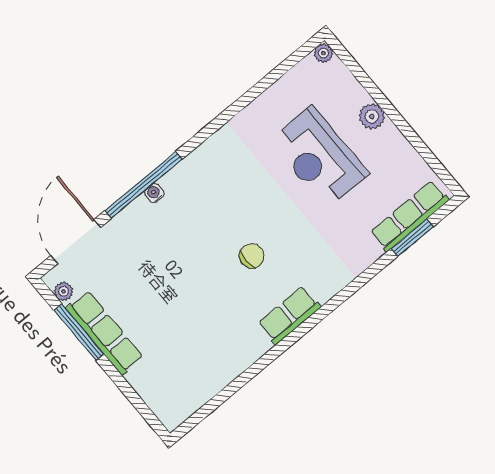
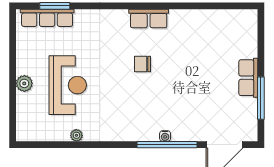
plant: (323, 53) -> (76, 135), moved
plant: (64, 291) -> (252, 125), removed
row of seats: (104, 333) -> (248, 78), width x0.68

